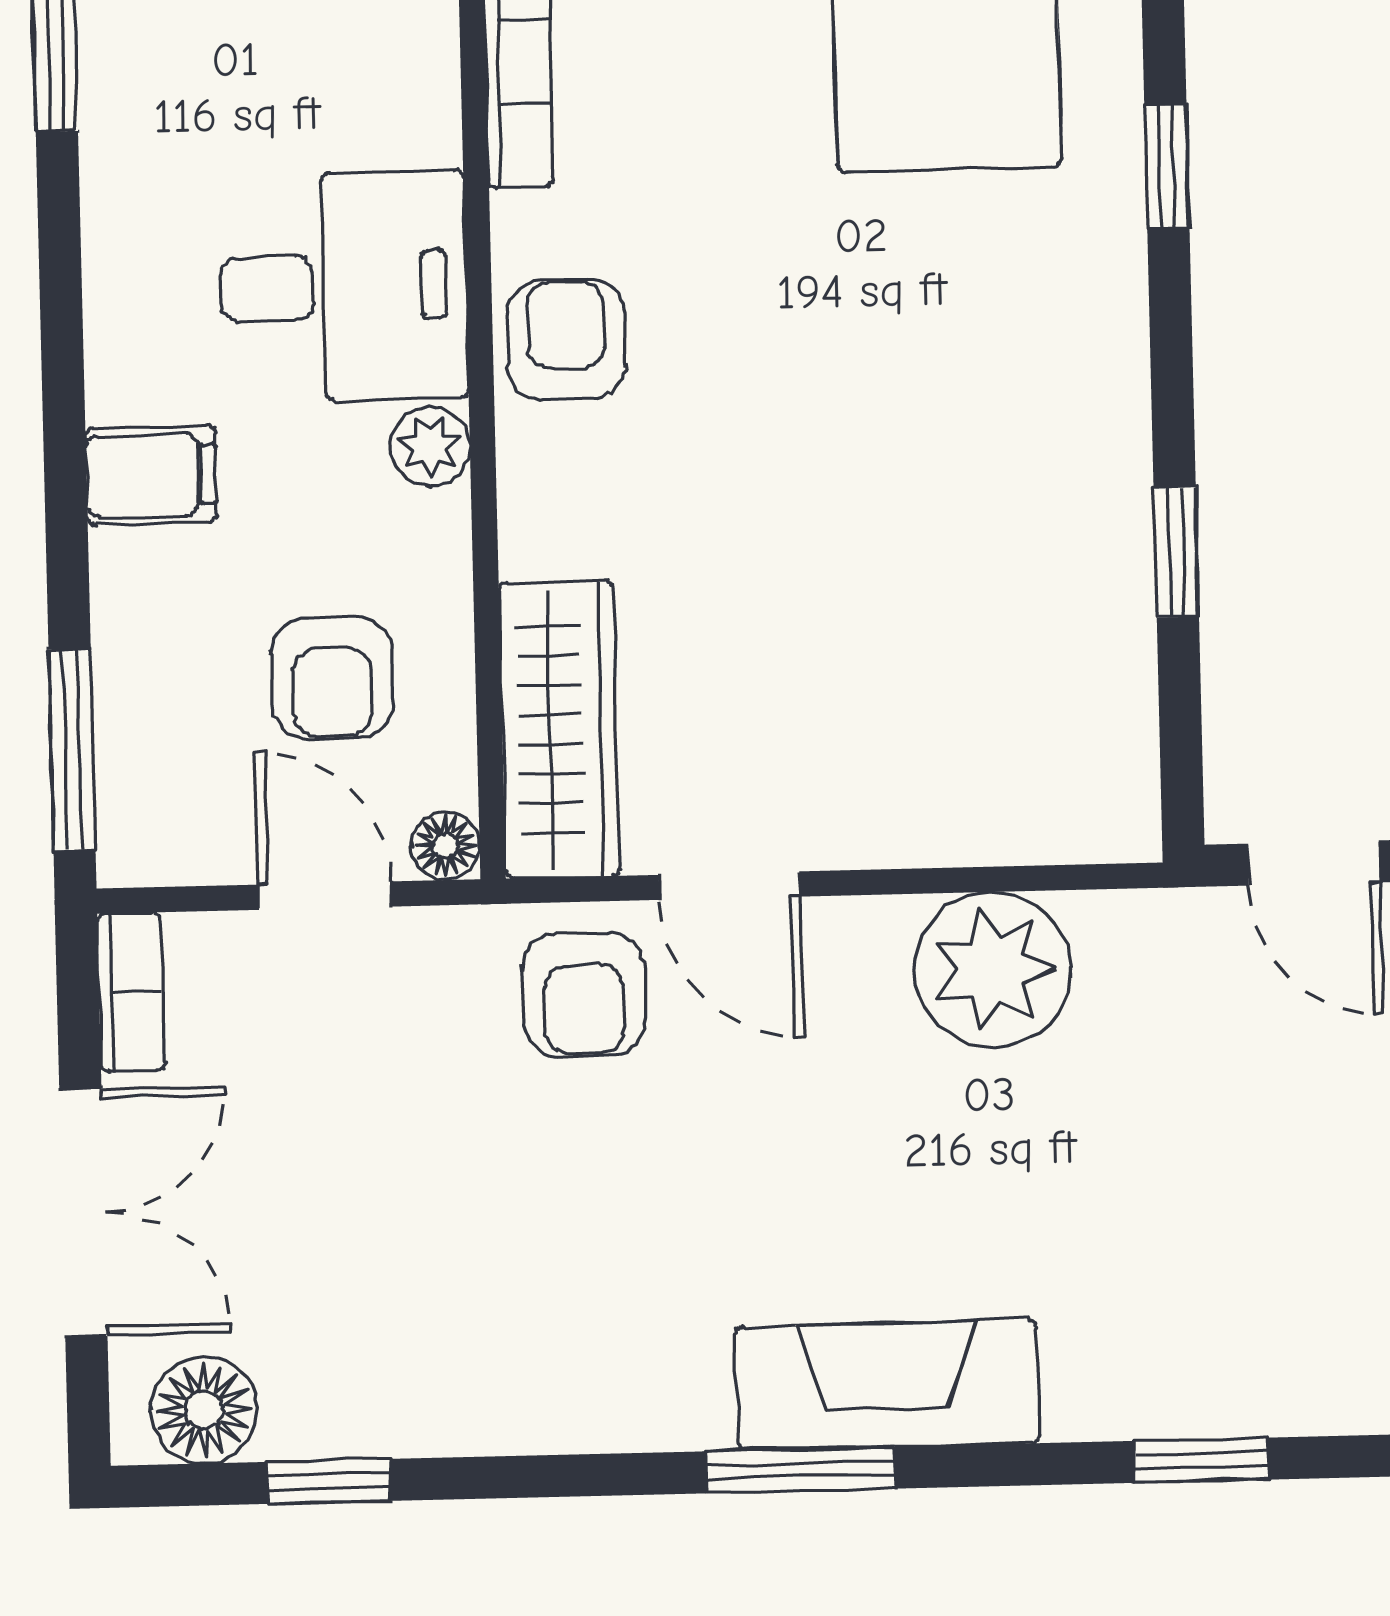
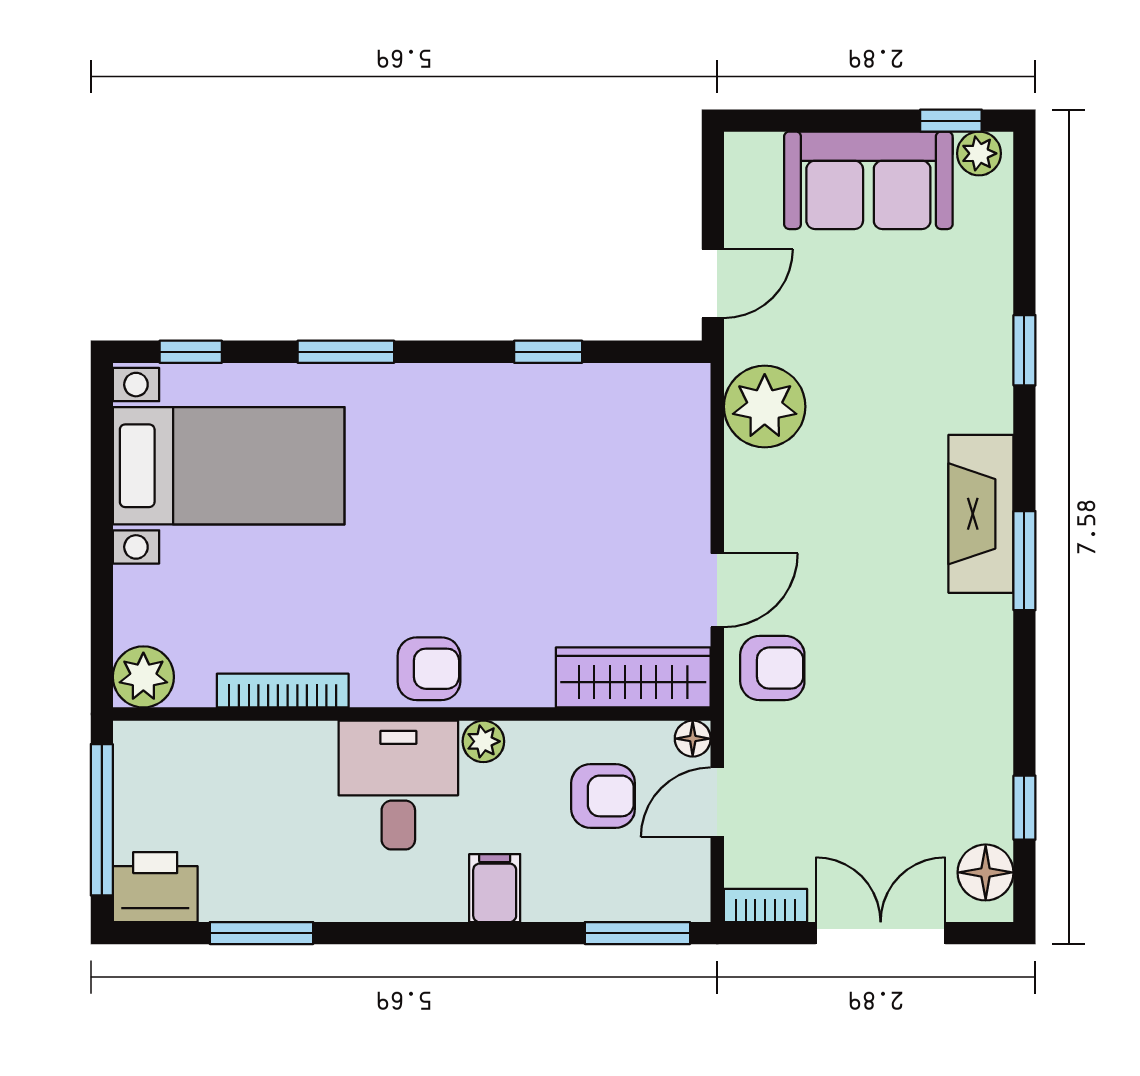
window: (1167, 167) -> (346, 352), width x1.50
armchair: (566, 340) -> (429, 669), turned 180
plant: (993, 970) -> (765, 407), moved

